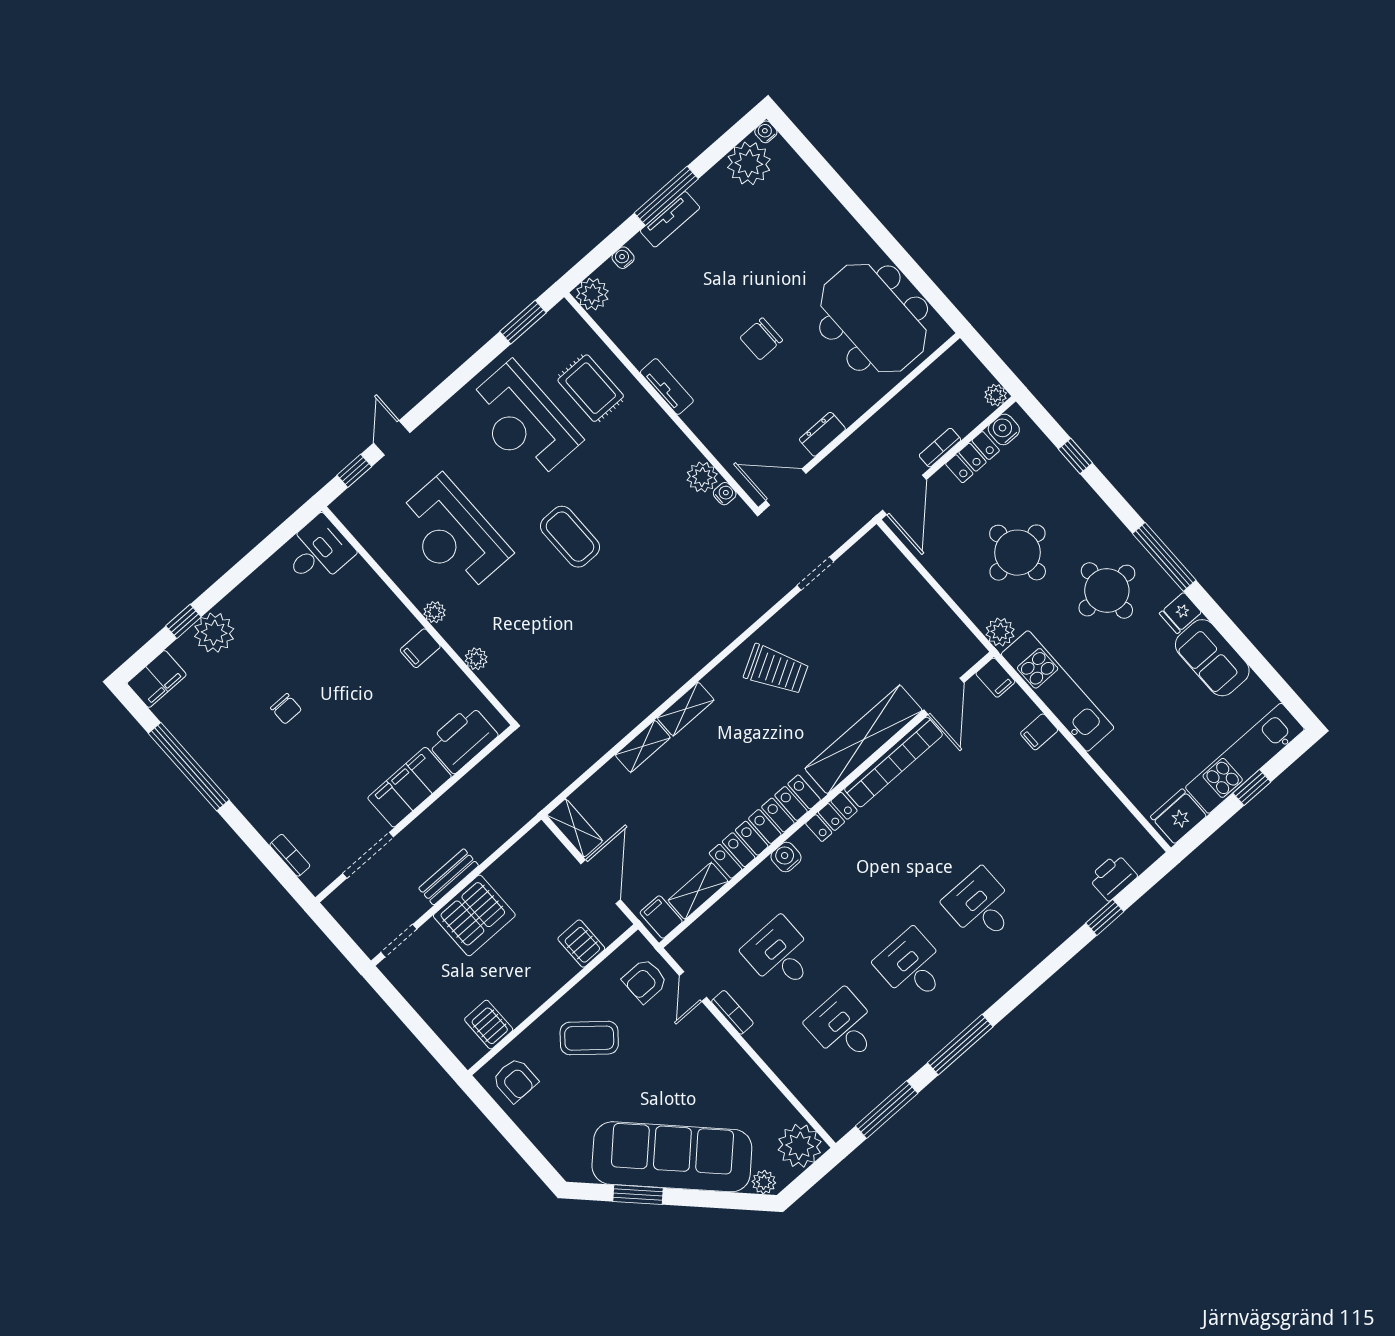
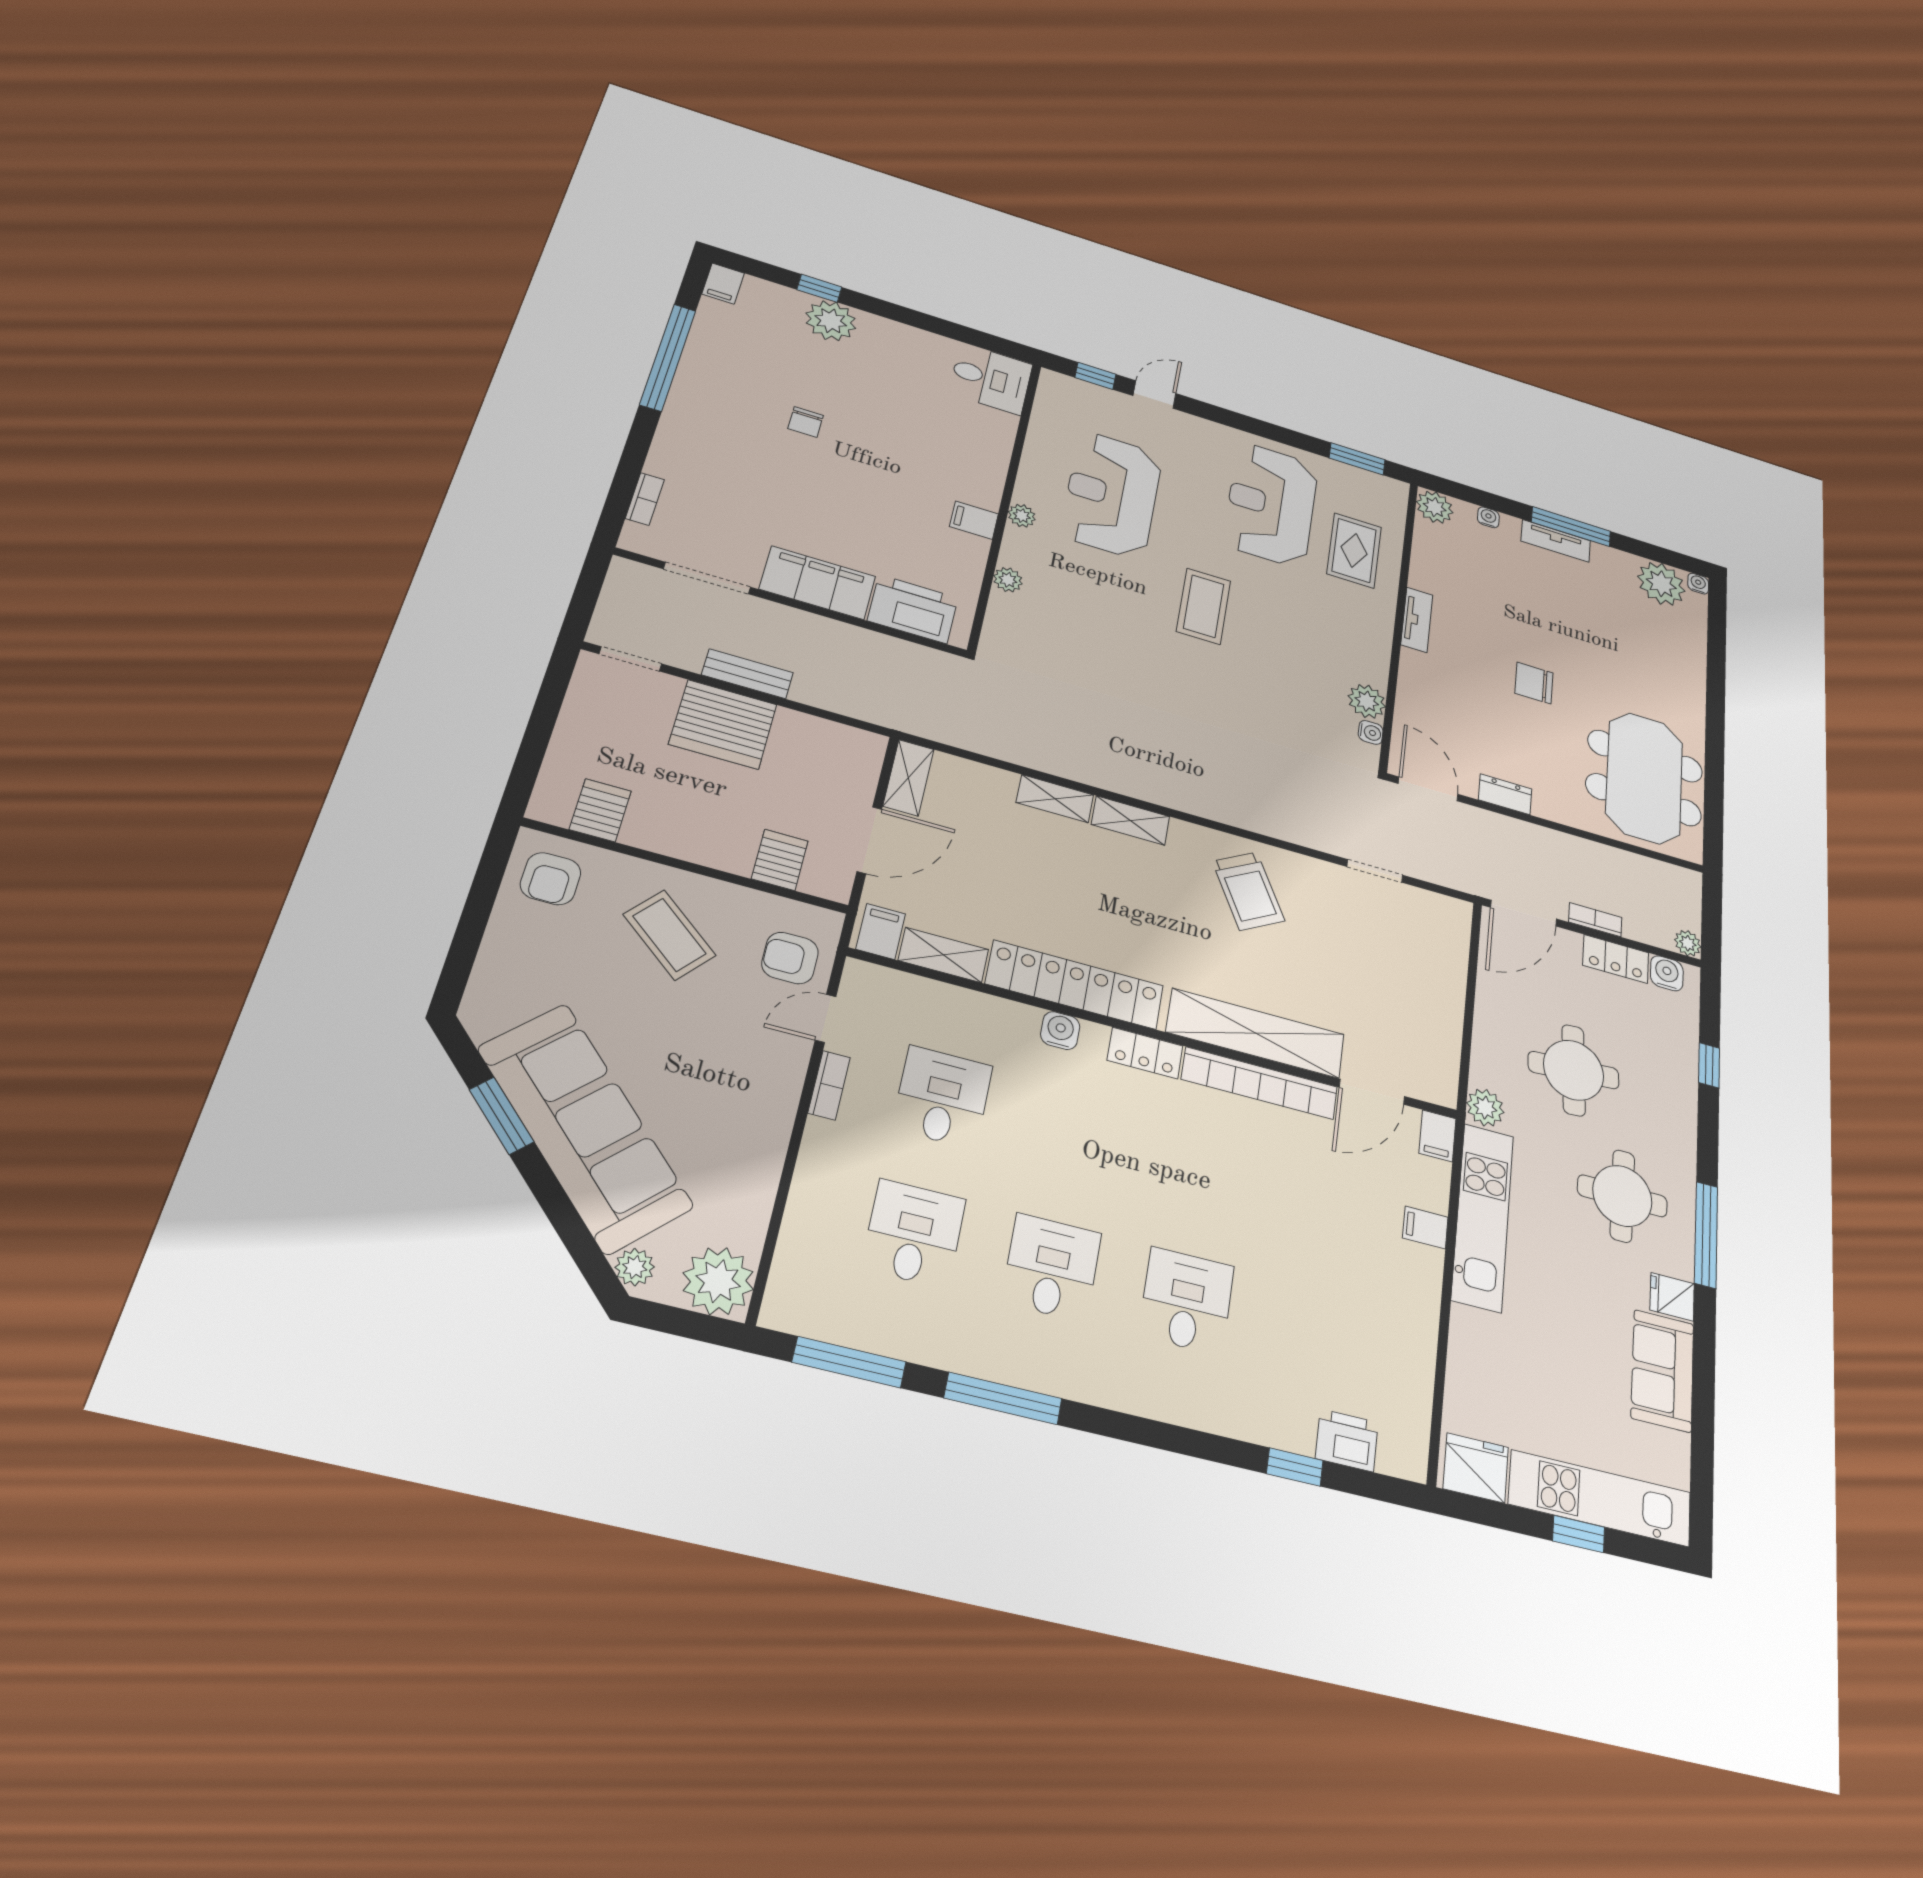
filing cabinet: (157, 679) -> (723, 284), width x0.50

